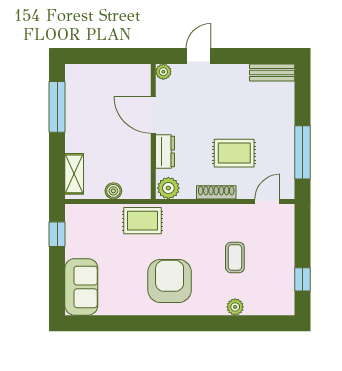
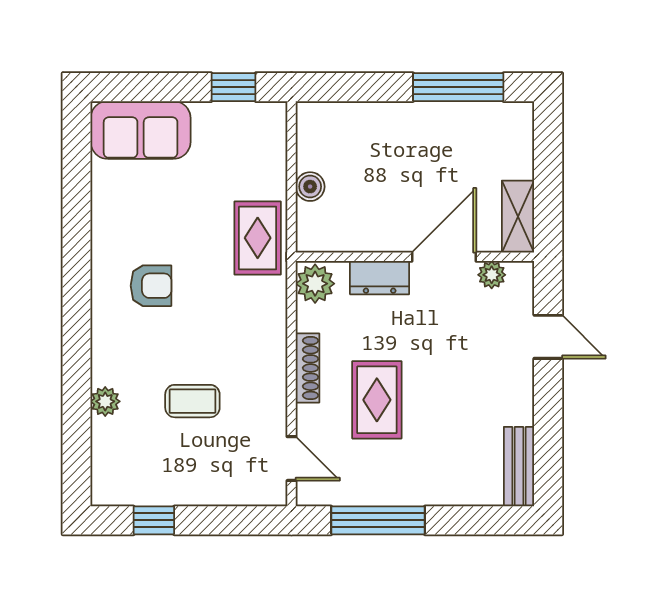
plant: (163, 72) -> (492, 275), moved
shelving: (74, 174) -> (518, 217), moved, turned 90
armchair: (170, 281) -> (151, 286), width x0.53, depth x0.53

